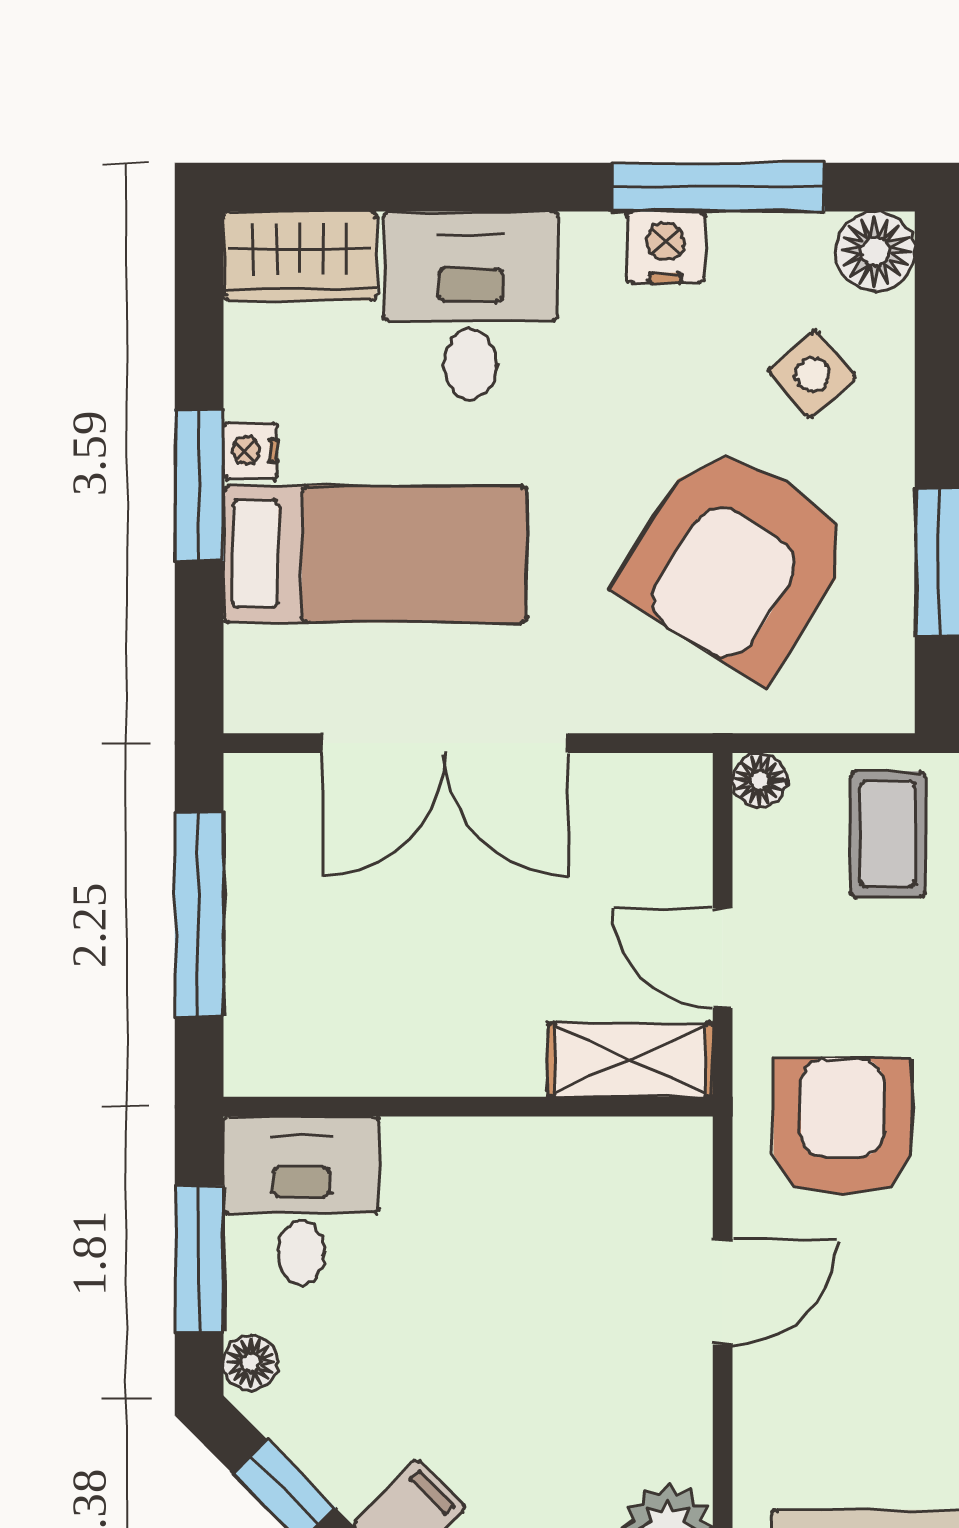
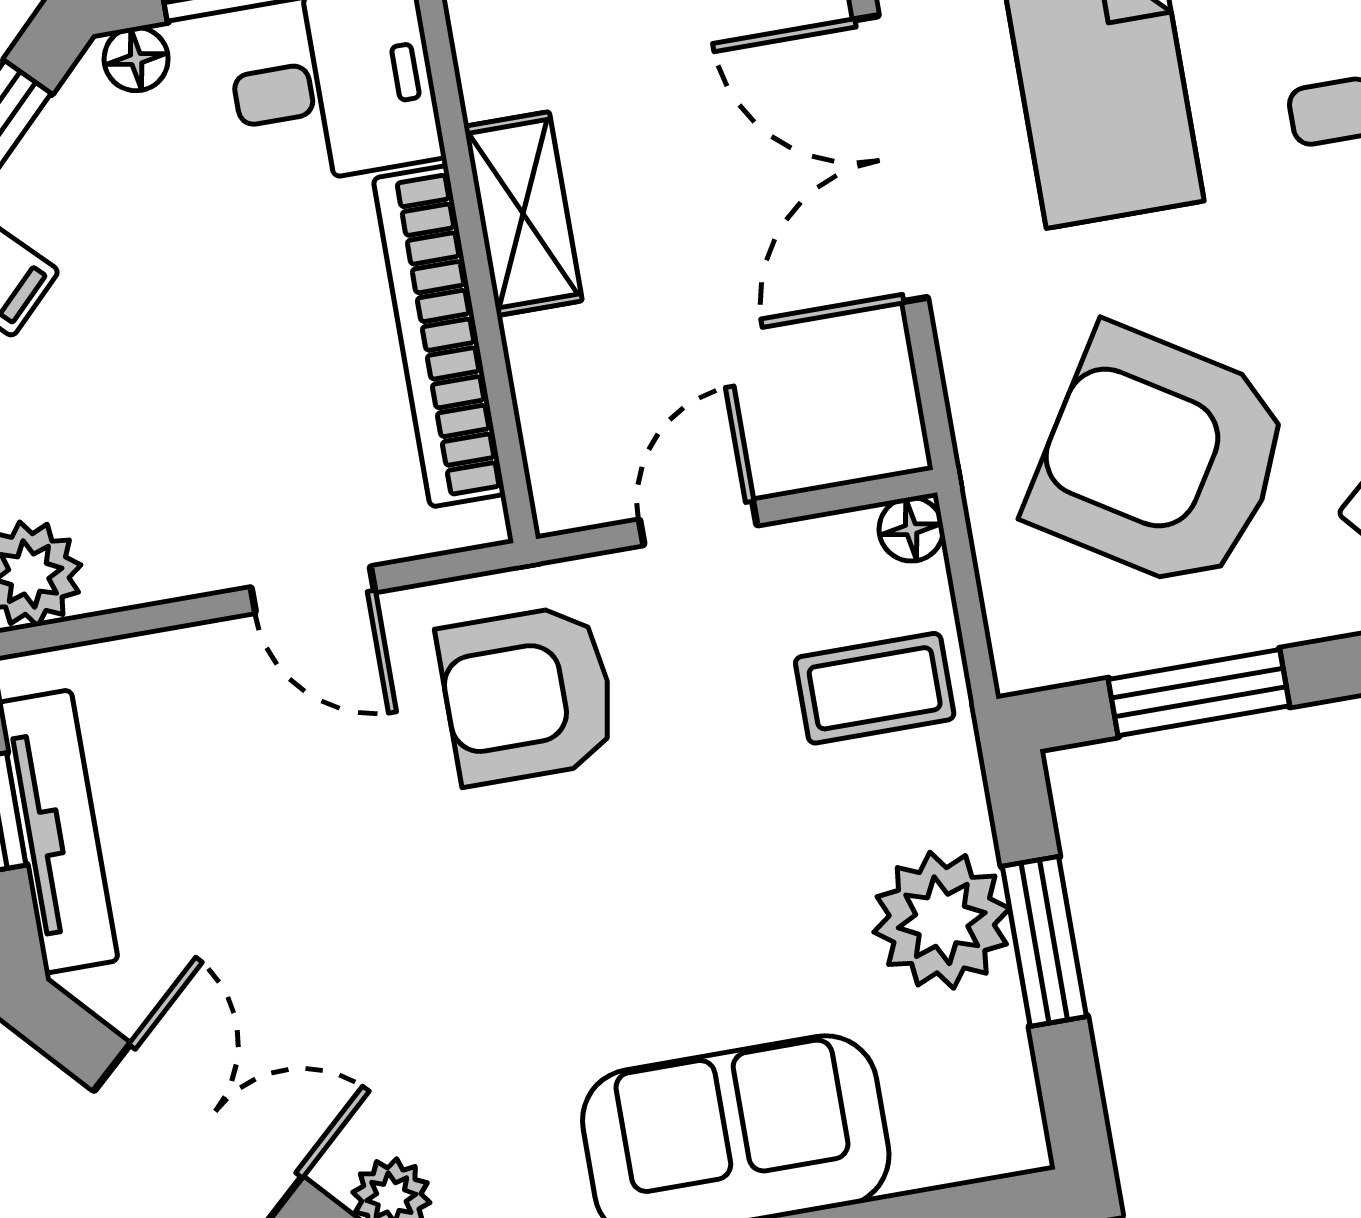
shelving: (630, 1060) -> (523, 214), moved
armchair: (842, 1127) -> (528, 695), turned 180
bookcase: (528, 1149) -> (439, 336), added

